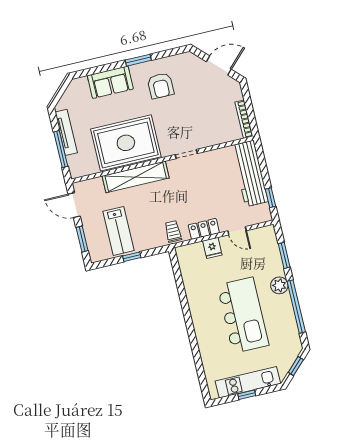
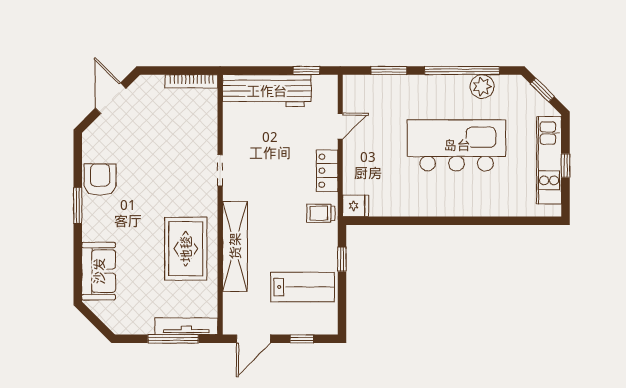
sofa: (110, 82) -> (99, 271), moved
armchair: (161, 86) -> (100, 180), moved, turned -90
tv unit: (66, 132) -> (186, 326), moved
rug: (126, 143) -> (186, 249), width x0.73, depth x0.69
window: (82, 239) -> (302, 339), width x0.67
fridge: (212, 248) -> (356, 206), moved
window: (132, 257) -> (342, 259), moved
plant: (279, 285) -> (482, 87), moved

